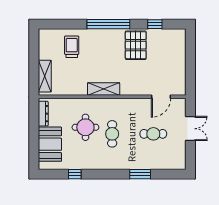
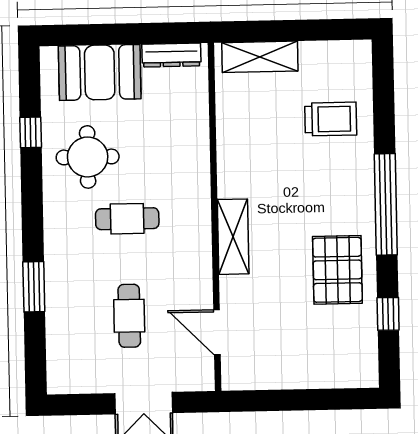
pallet: (136, 45) -> (337, 270), turned 90
shelving: (104, 89) -> (233, 237), moved
round table: (85, 127) -> (88, 157), moved

